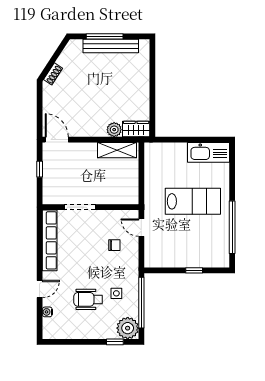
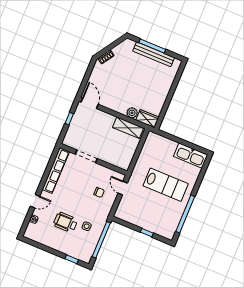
plant: (128, 328) -> (84, 253), removed

